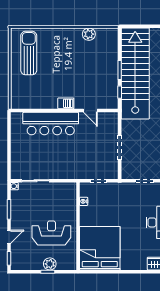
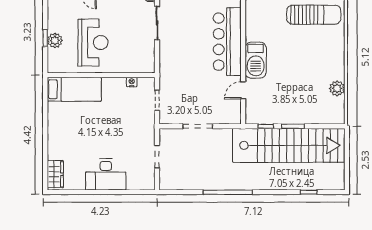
barbecue: (66, 103) -> (256, 60), width x1.88, depth x1.53
bed: (100, 248) -> (74, 89), width x0.49

